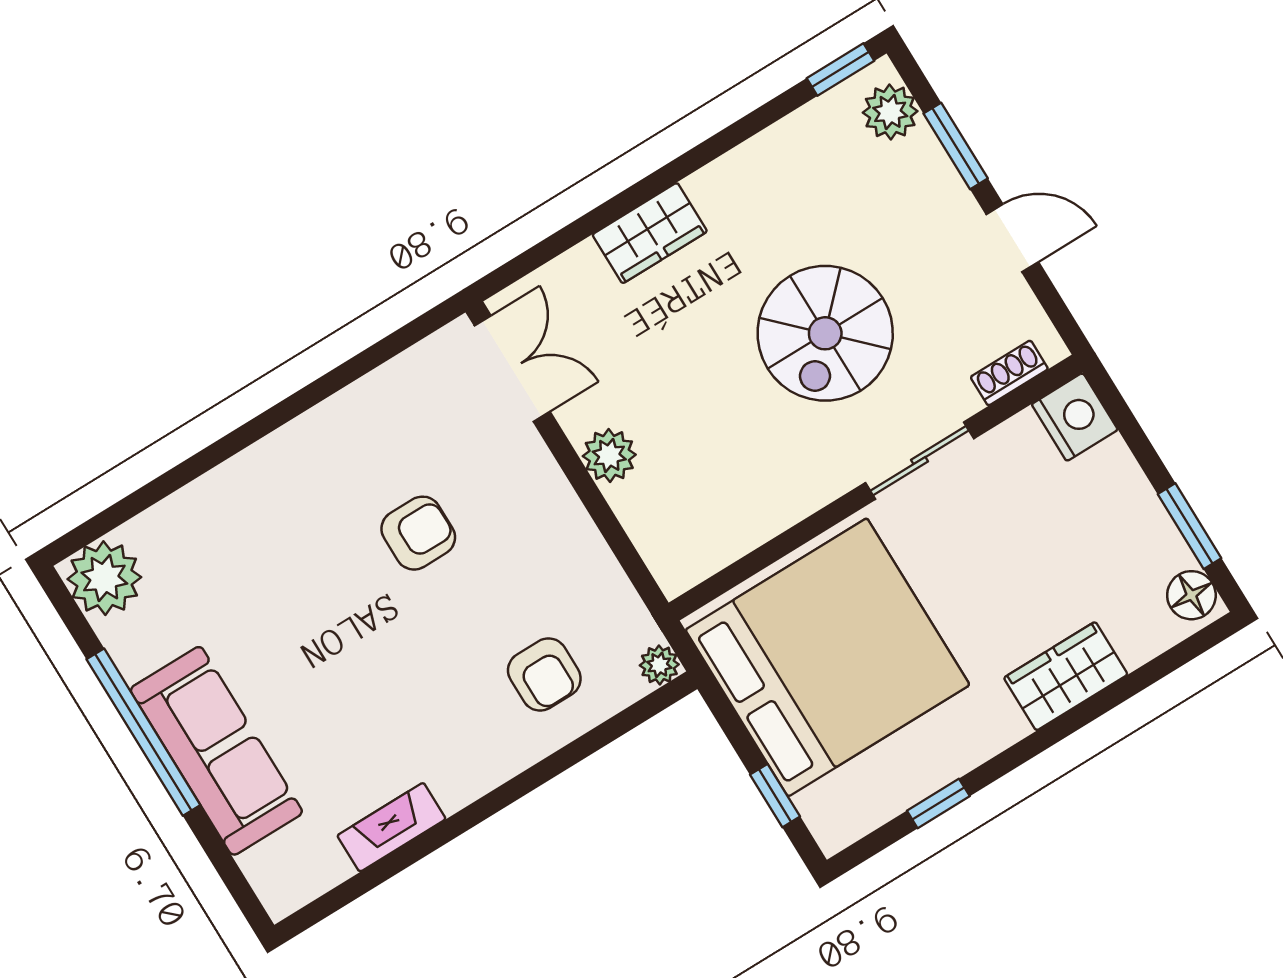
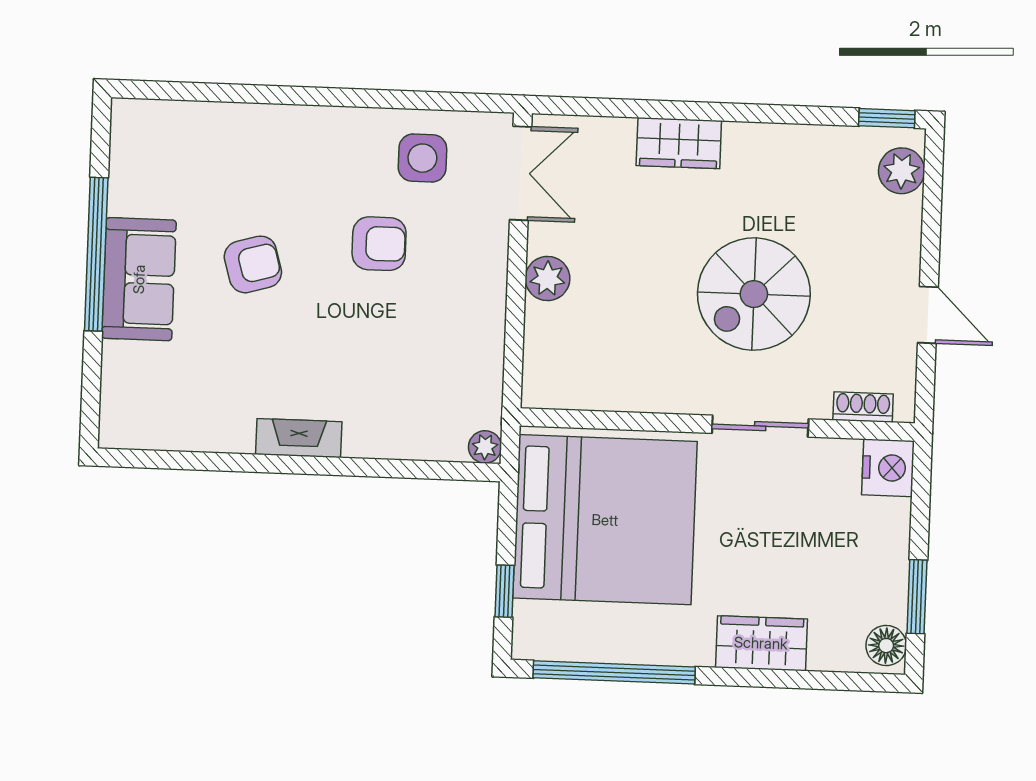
window: (956, 146) -> (931, 225), removed
side table: (404, 419) -> (422, 158), added
plant: (104, 578) -> (141, 129), removed
armchair: (544, 674) -> (253, 264), moved, turned -106
sofa: (216, 751) -> (139, 279), width x0.73
window: (938, 803) -> (614, 672), width x3.17
fireplace: (391, 827) -> (299, 438), moved

